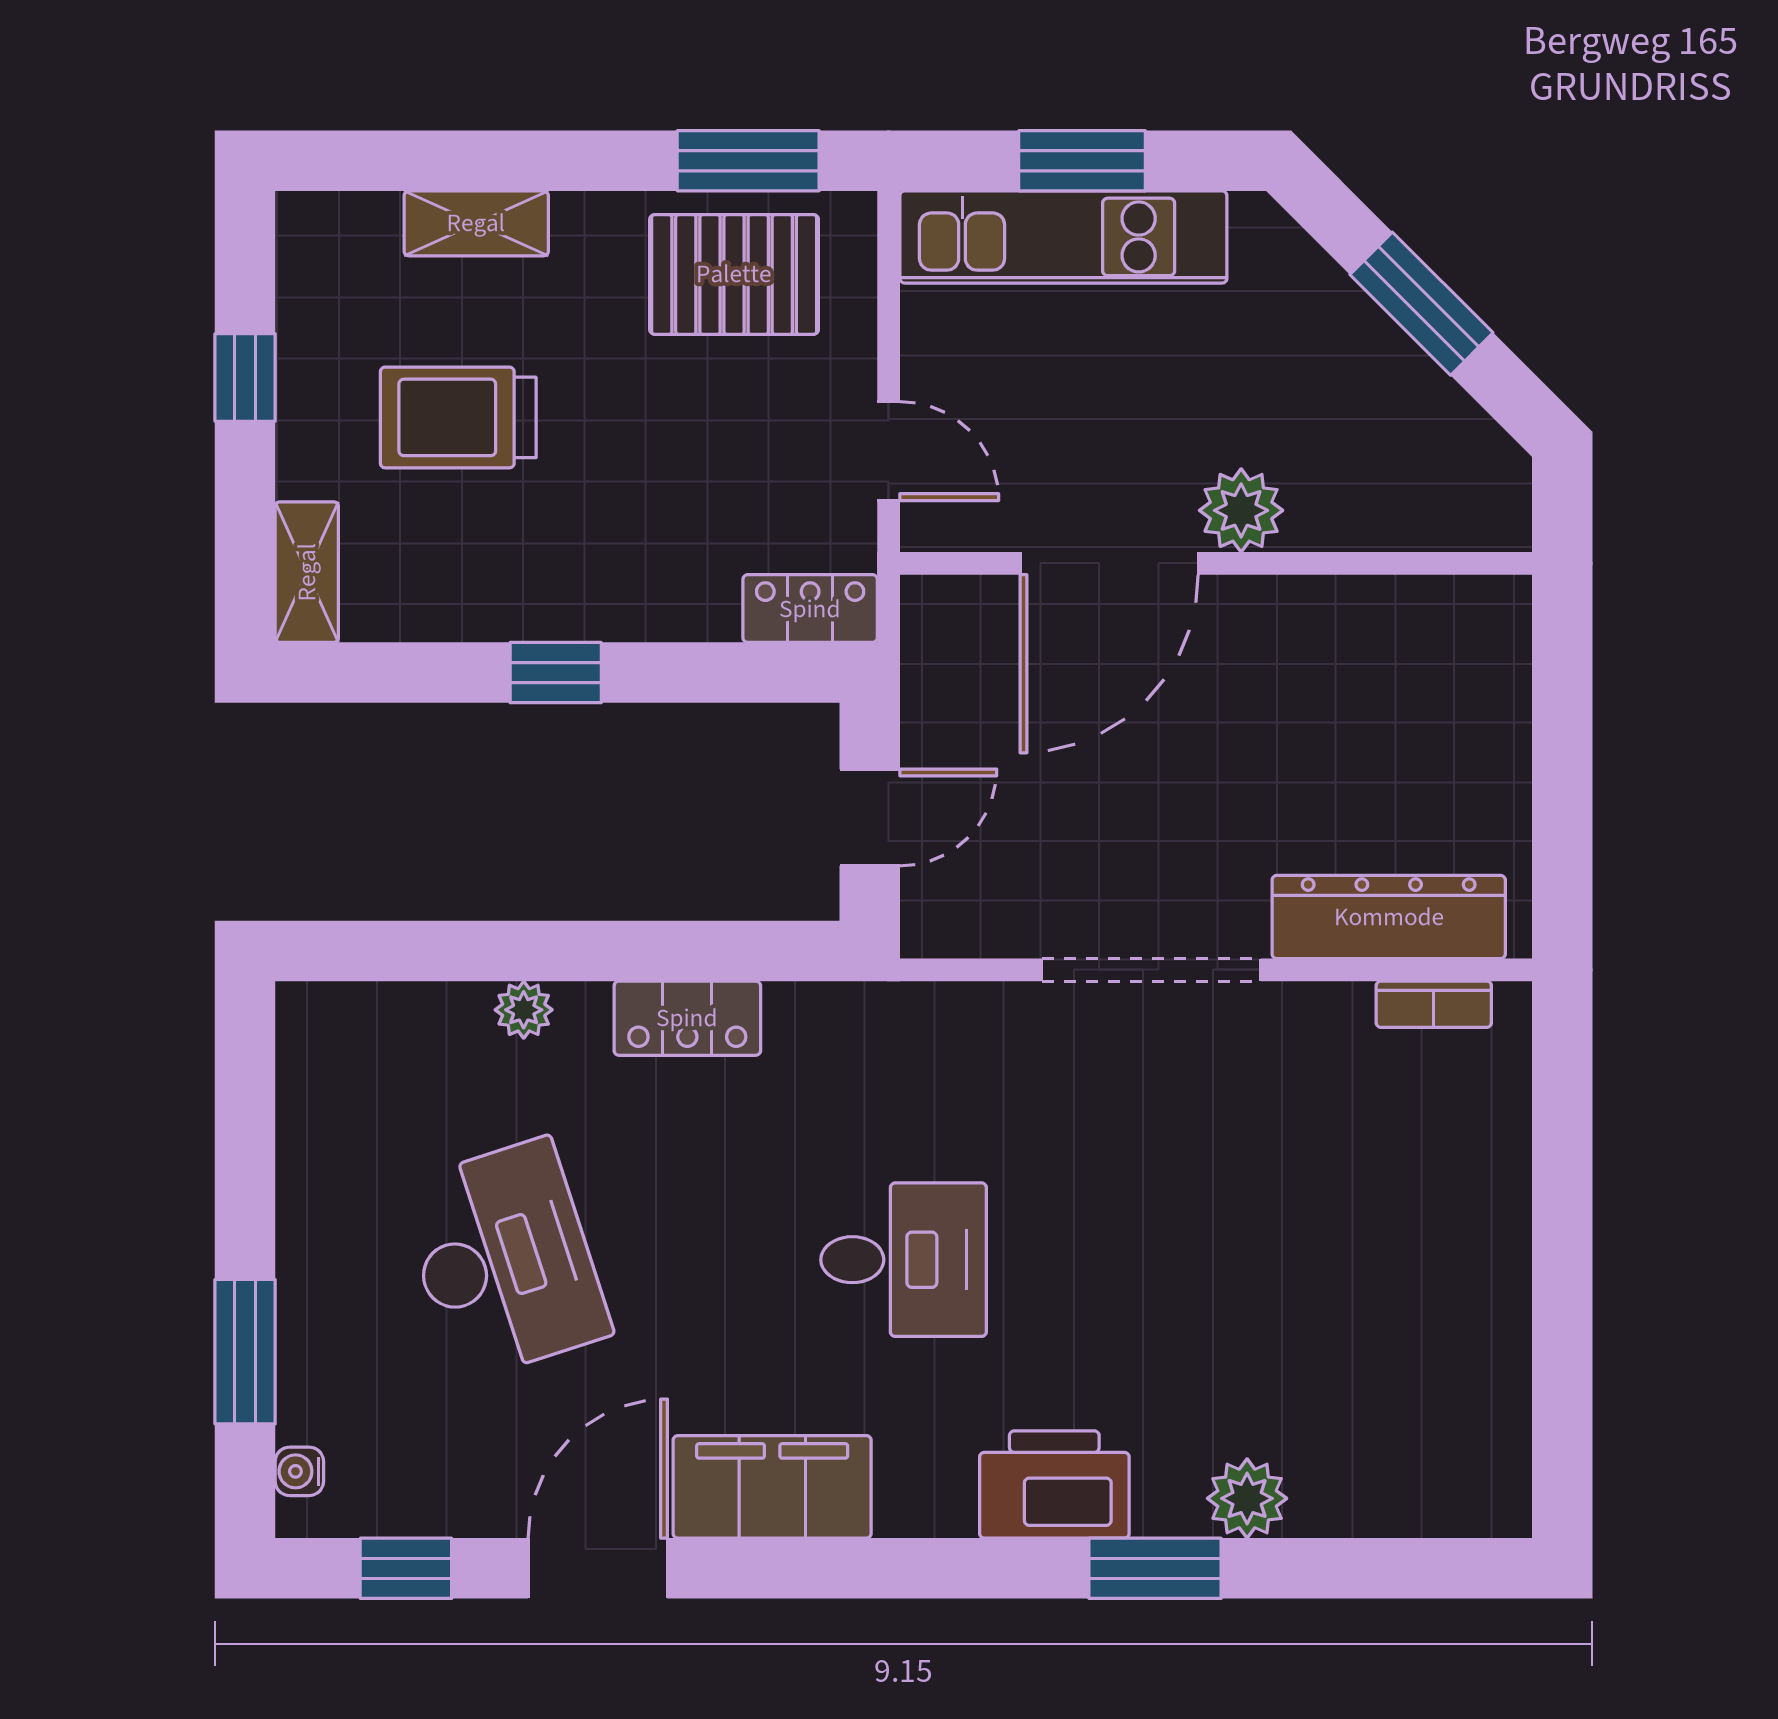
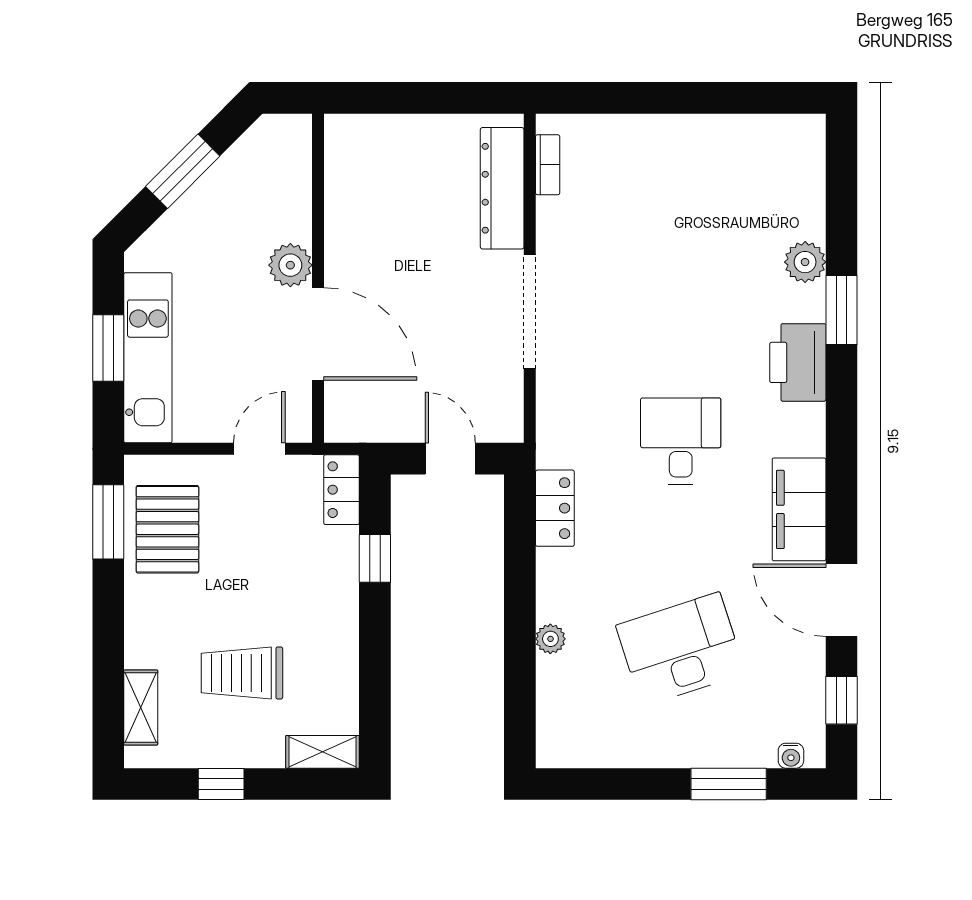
shelving: (476, 223) -> (141, 708), moved
trolley: (458, 417) -> (242, 673), turned 90
window: (556, 673) -> (375, 558), moved
locker: (687, 1018) -> (555, 508), moved

